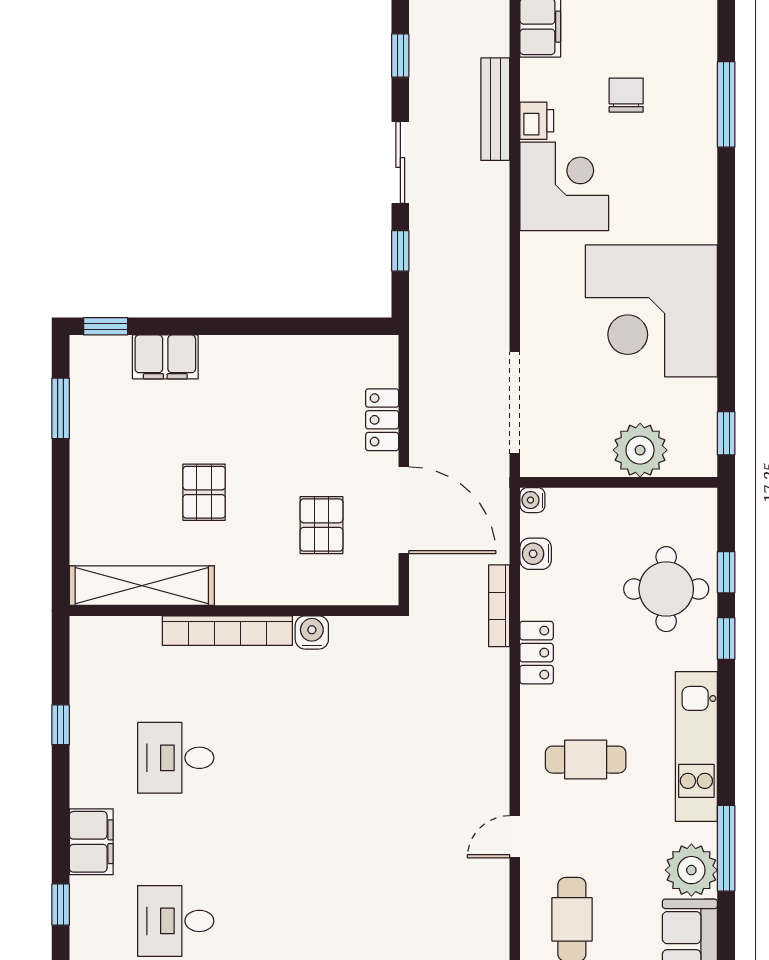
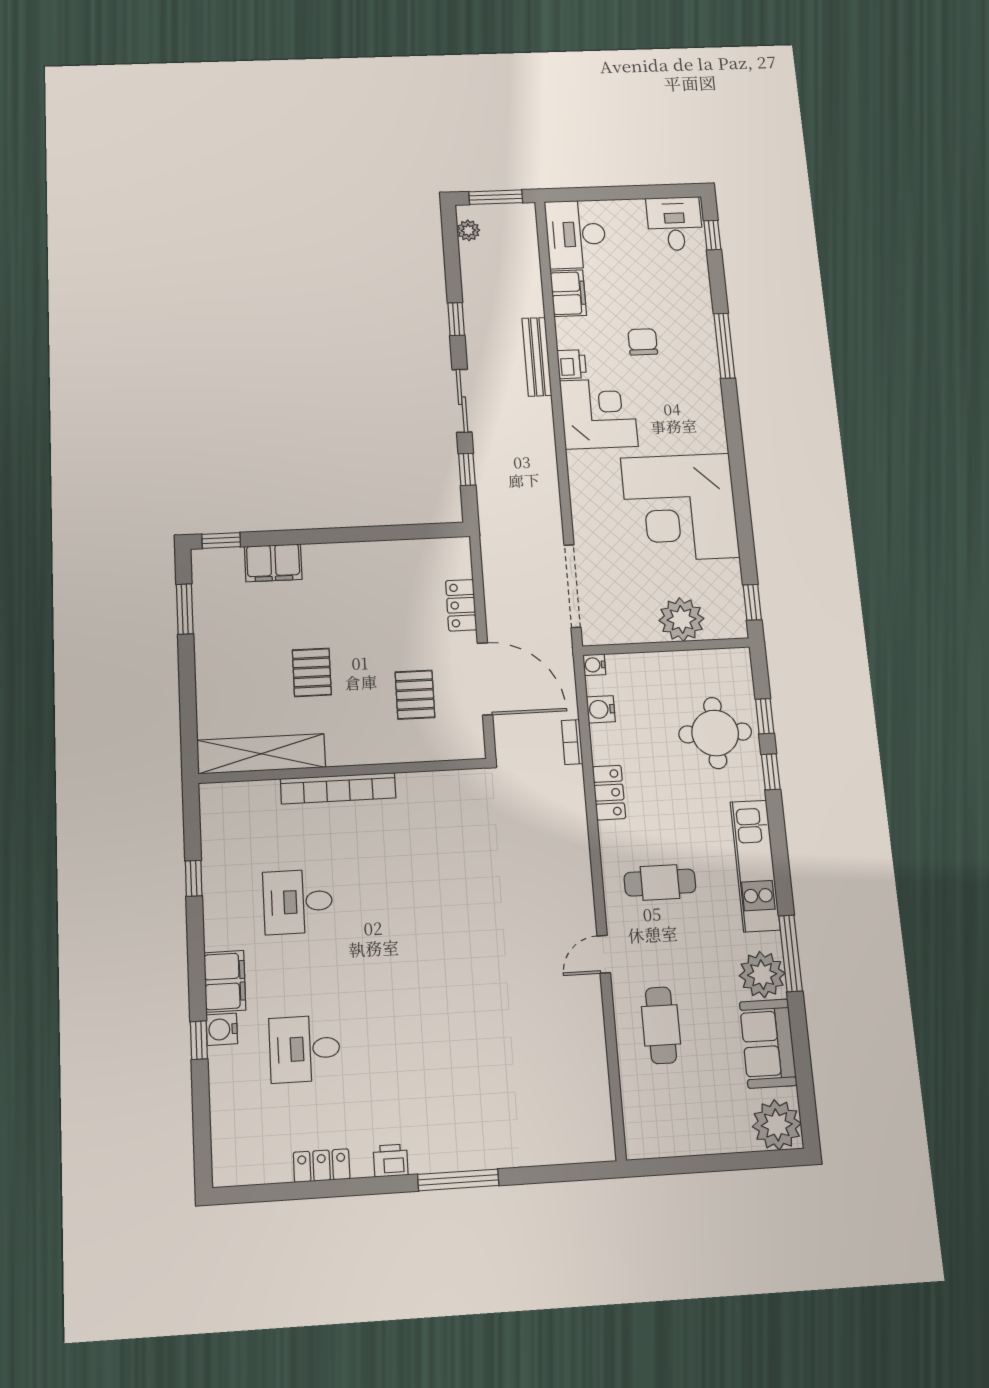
bookcase: (499, 606) -> (572, 742), width x0.64
water cooler: (312, 632) -> (222, 1029), moved, turned -90

